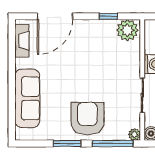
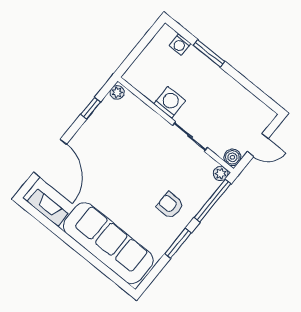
plant: (127, 30) -> (117, 92), width x0.53, depth x0.53
sofa: (27, 98) -> (108, 243), width x1.36, depth x1.27
armchair: (87, 119) -> (170, 205), width x0.53, depth x0.53

